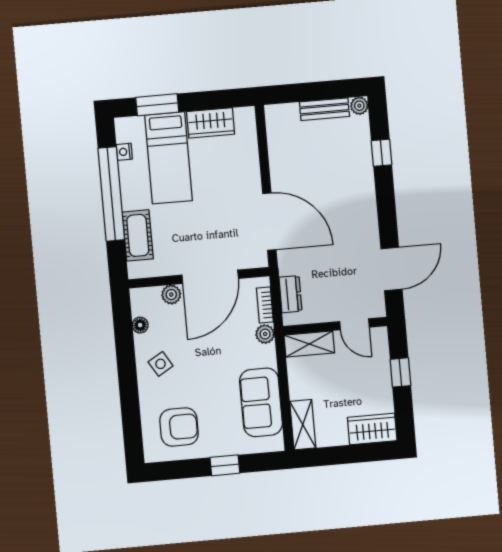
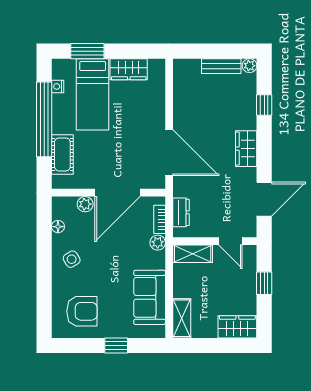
wardrobe: (364, 209) -> (246, 149), added

